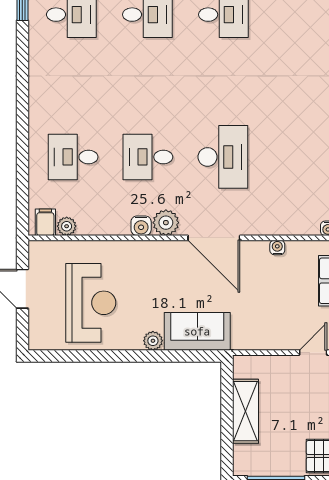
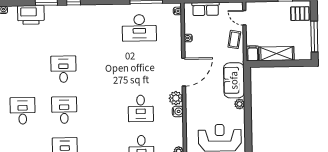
desk: (223, 157) -> (139, 28), moved, turned 180
coffee table: (273, 333) -> (234, 39), added
filing cabinet: (247, 367) -> (253, 53), added

